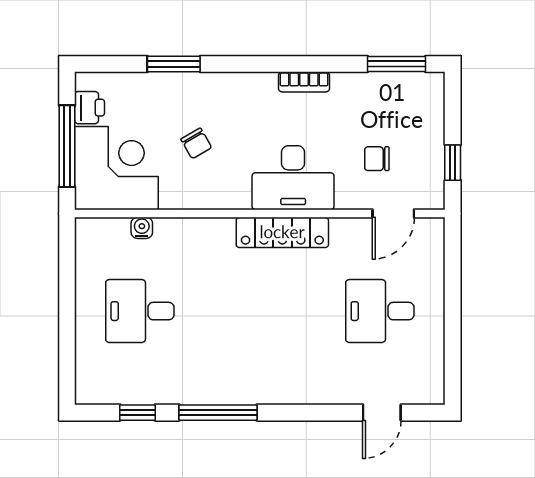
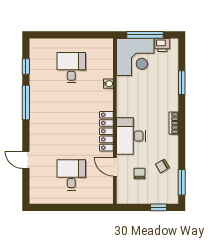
bookcase: (304, 82) -> (174, 123), moved
chair: (196, 143) -> (162, 166), moved
window: (453, 163) -> (159, 207), moved
door: (393, 214) -> (115, 167), moved
water cooler: (142, 228) -> (108, 84), moved
door: (382, 413) -> (26, 160), moved

